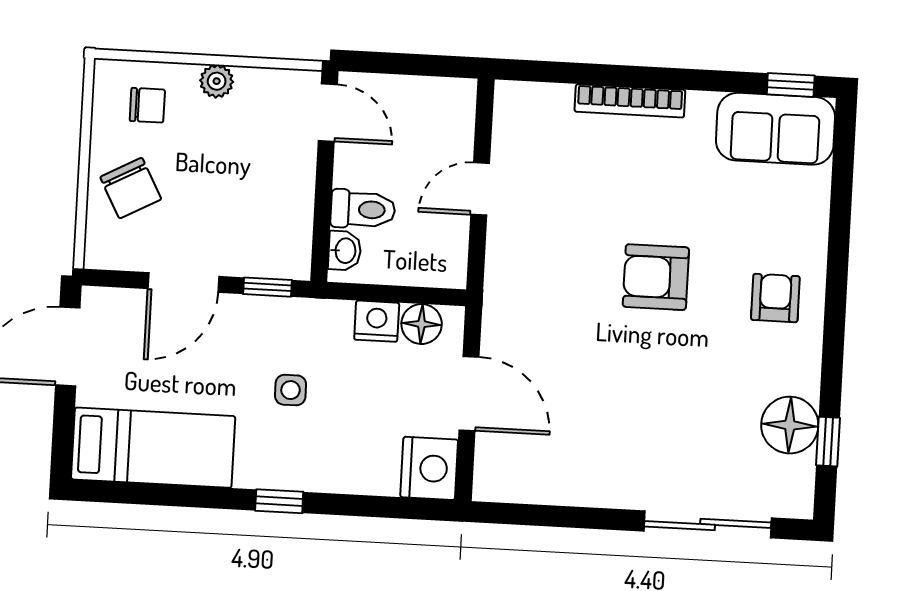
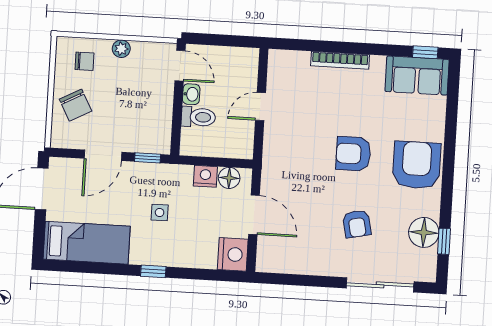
washbasin: (345, 251) -> (191, 94), moved
armchair: (775, 298) -> (417, 165), width x1.88, depth x1.88
armchair: (663, 410) -> (357, 224), added

